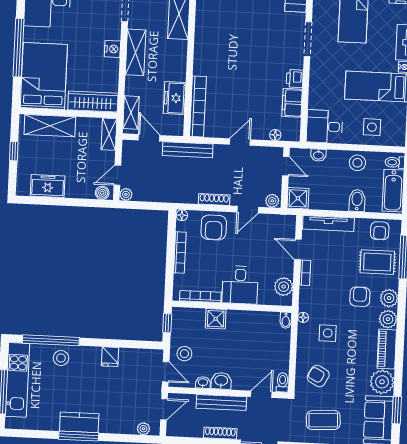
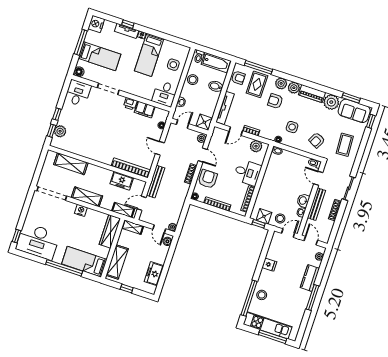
bed: (44, 76) -> (84, 262), width x0.67
armchair: (214, 227) -> (208, 179), turned -90
shower: (216, 319) -> (264, 216), moved
kitchen counter: (79, 422) -> (310, 278), moved

